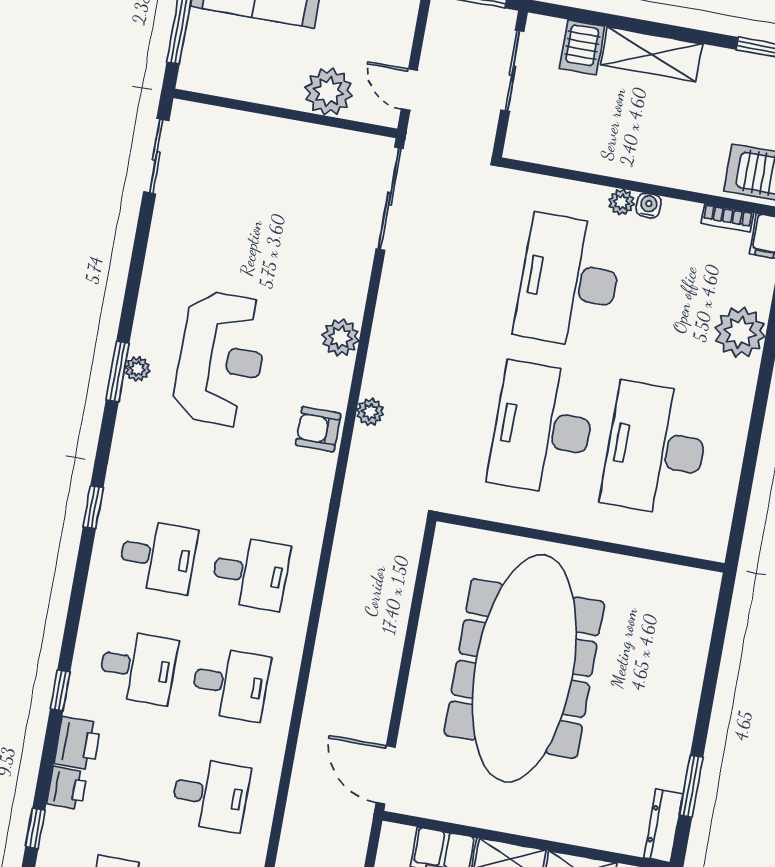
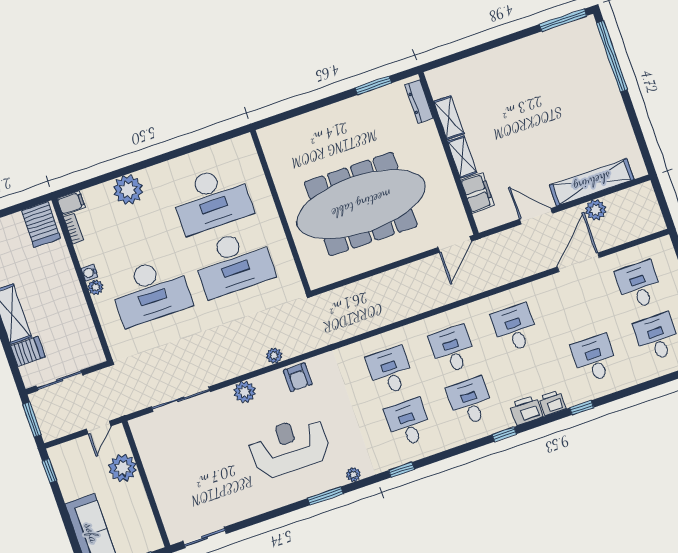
sliding door: (390, 199) -> (181, 399), moved
plant: (137, 369) -> (353, 474), moved
dresser: (663, 826) -> (419, 101), moved, turned 90

